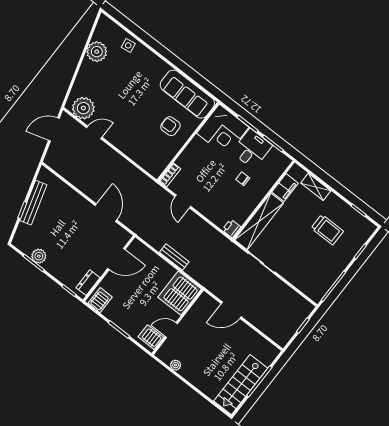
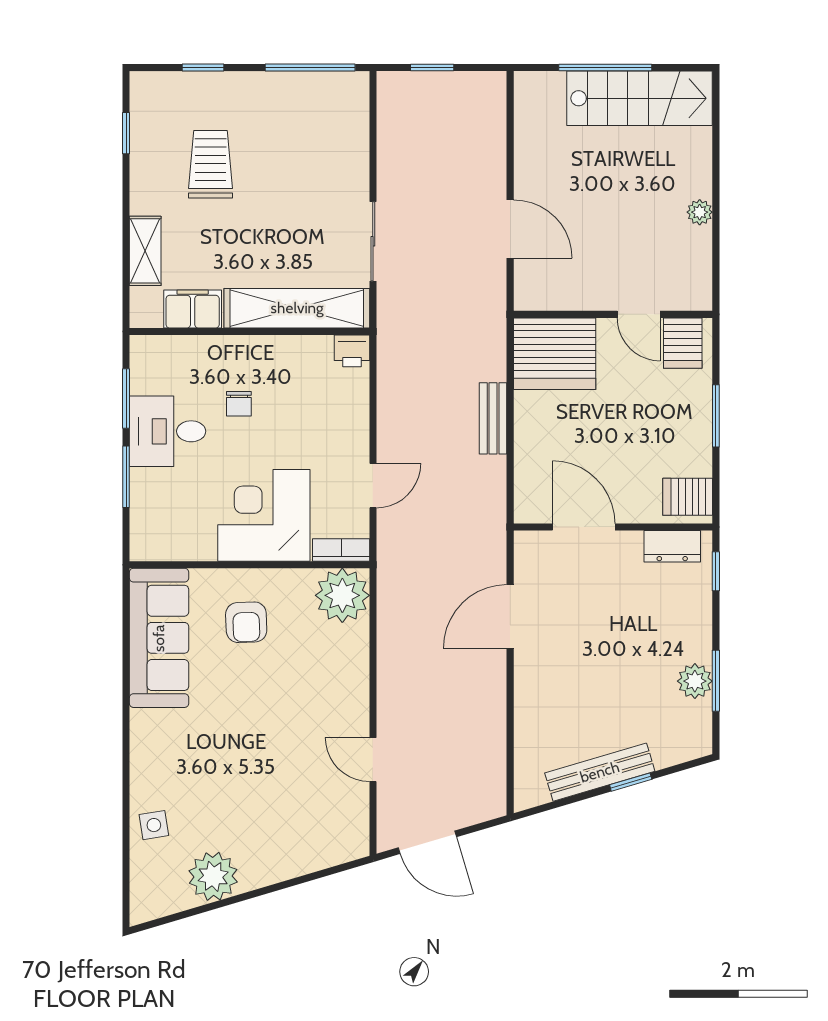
plant: (83, 108) -> (342, 595), moved
corner desk: (223, 130) -> (264, 515), moved, turned -90
plant: (176, 365) -> (700, 212), moved

